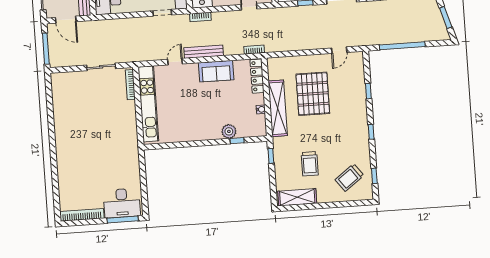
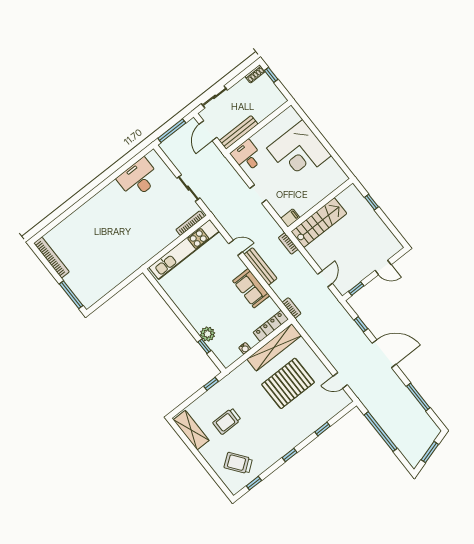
doorway: (162, 13) -> (258, 194), moved
shelving: (278, 108) -> (274, 347), moved
desk: (122, 203) -> (138, 178), moved, turned 90

